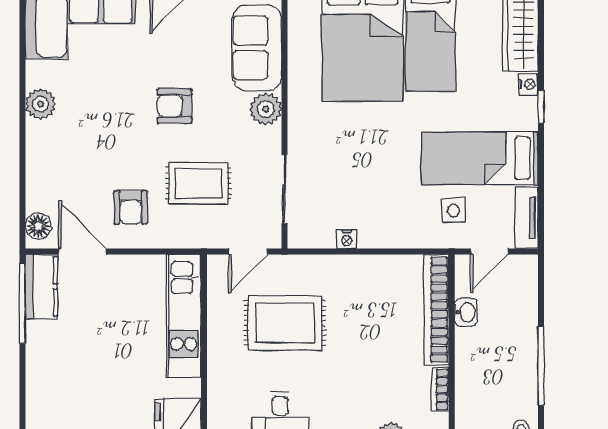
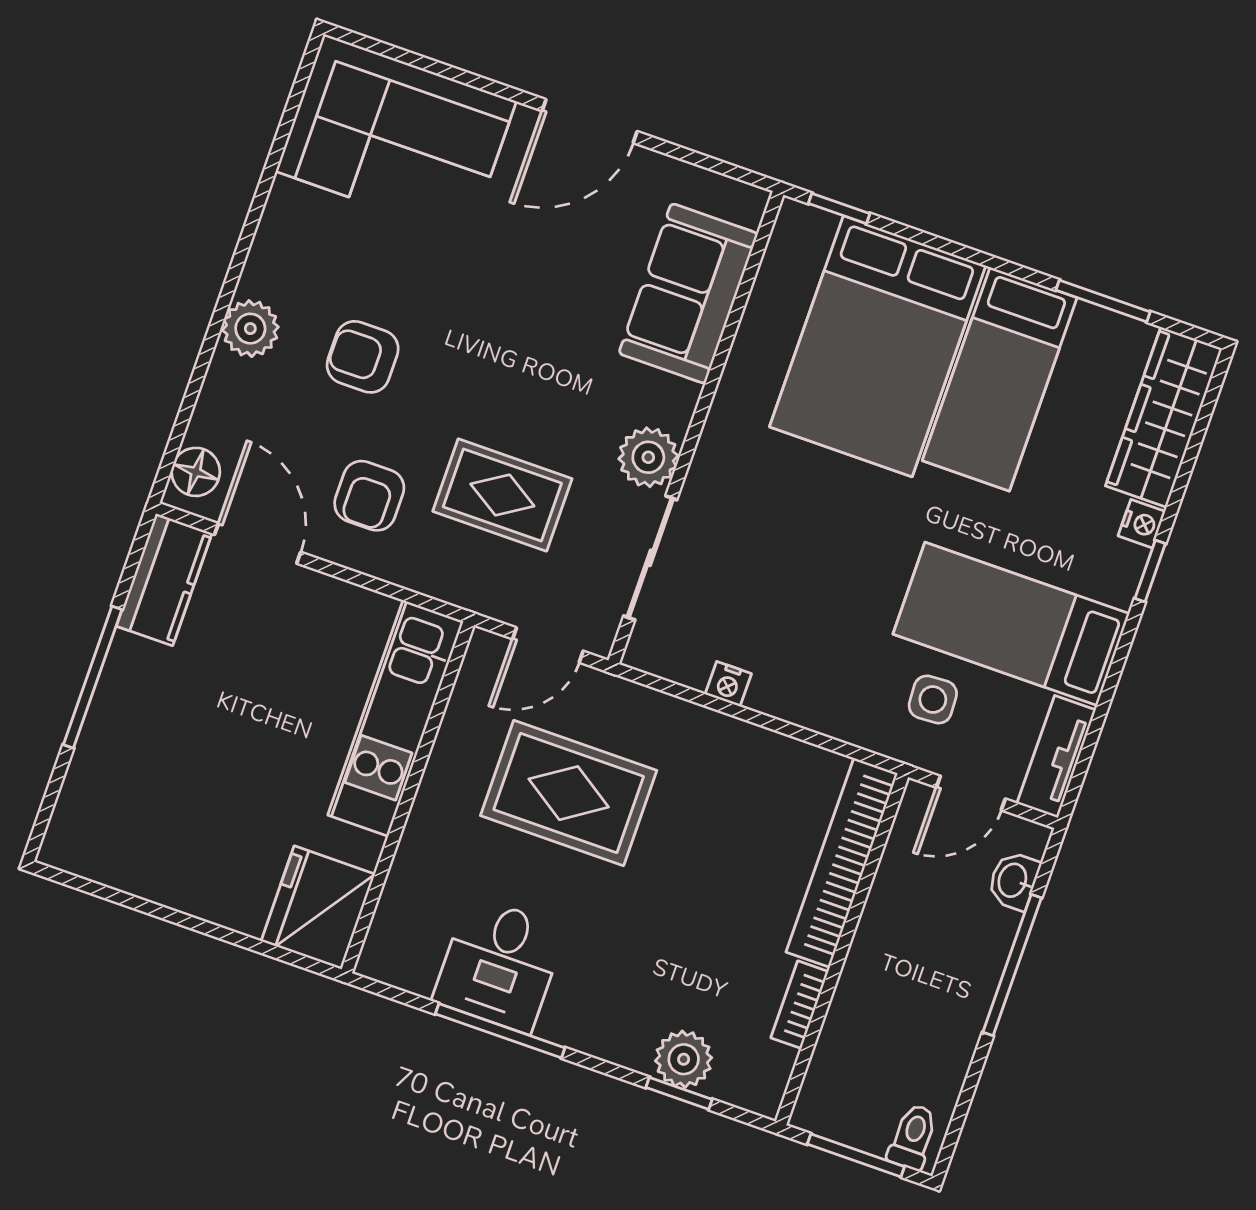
plant: (41, 104) -> (250, 329), moved
armchair: (175, 106) -> (363, 357), moved
plant: (266, 109) -> (648, 457), moved
window: (22, 303) -> (93, 677), moved
washbasin: (466, 312) -> (1014, 881), moved, turned 180
window: (541, 366) -> (1012, 965), moved

